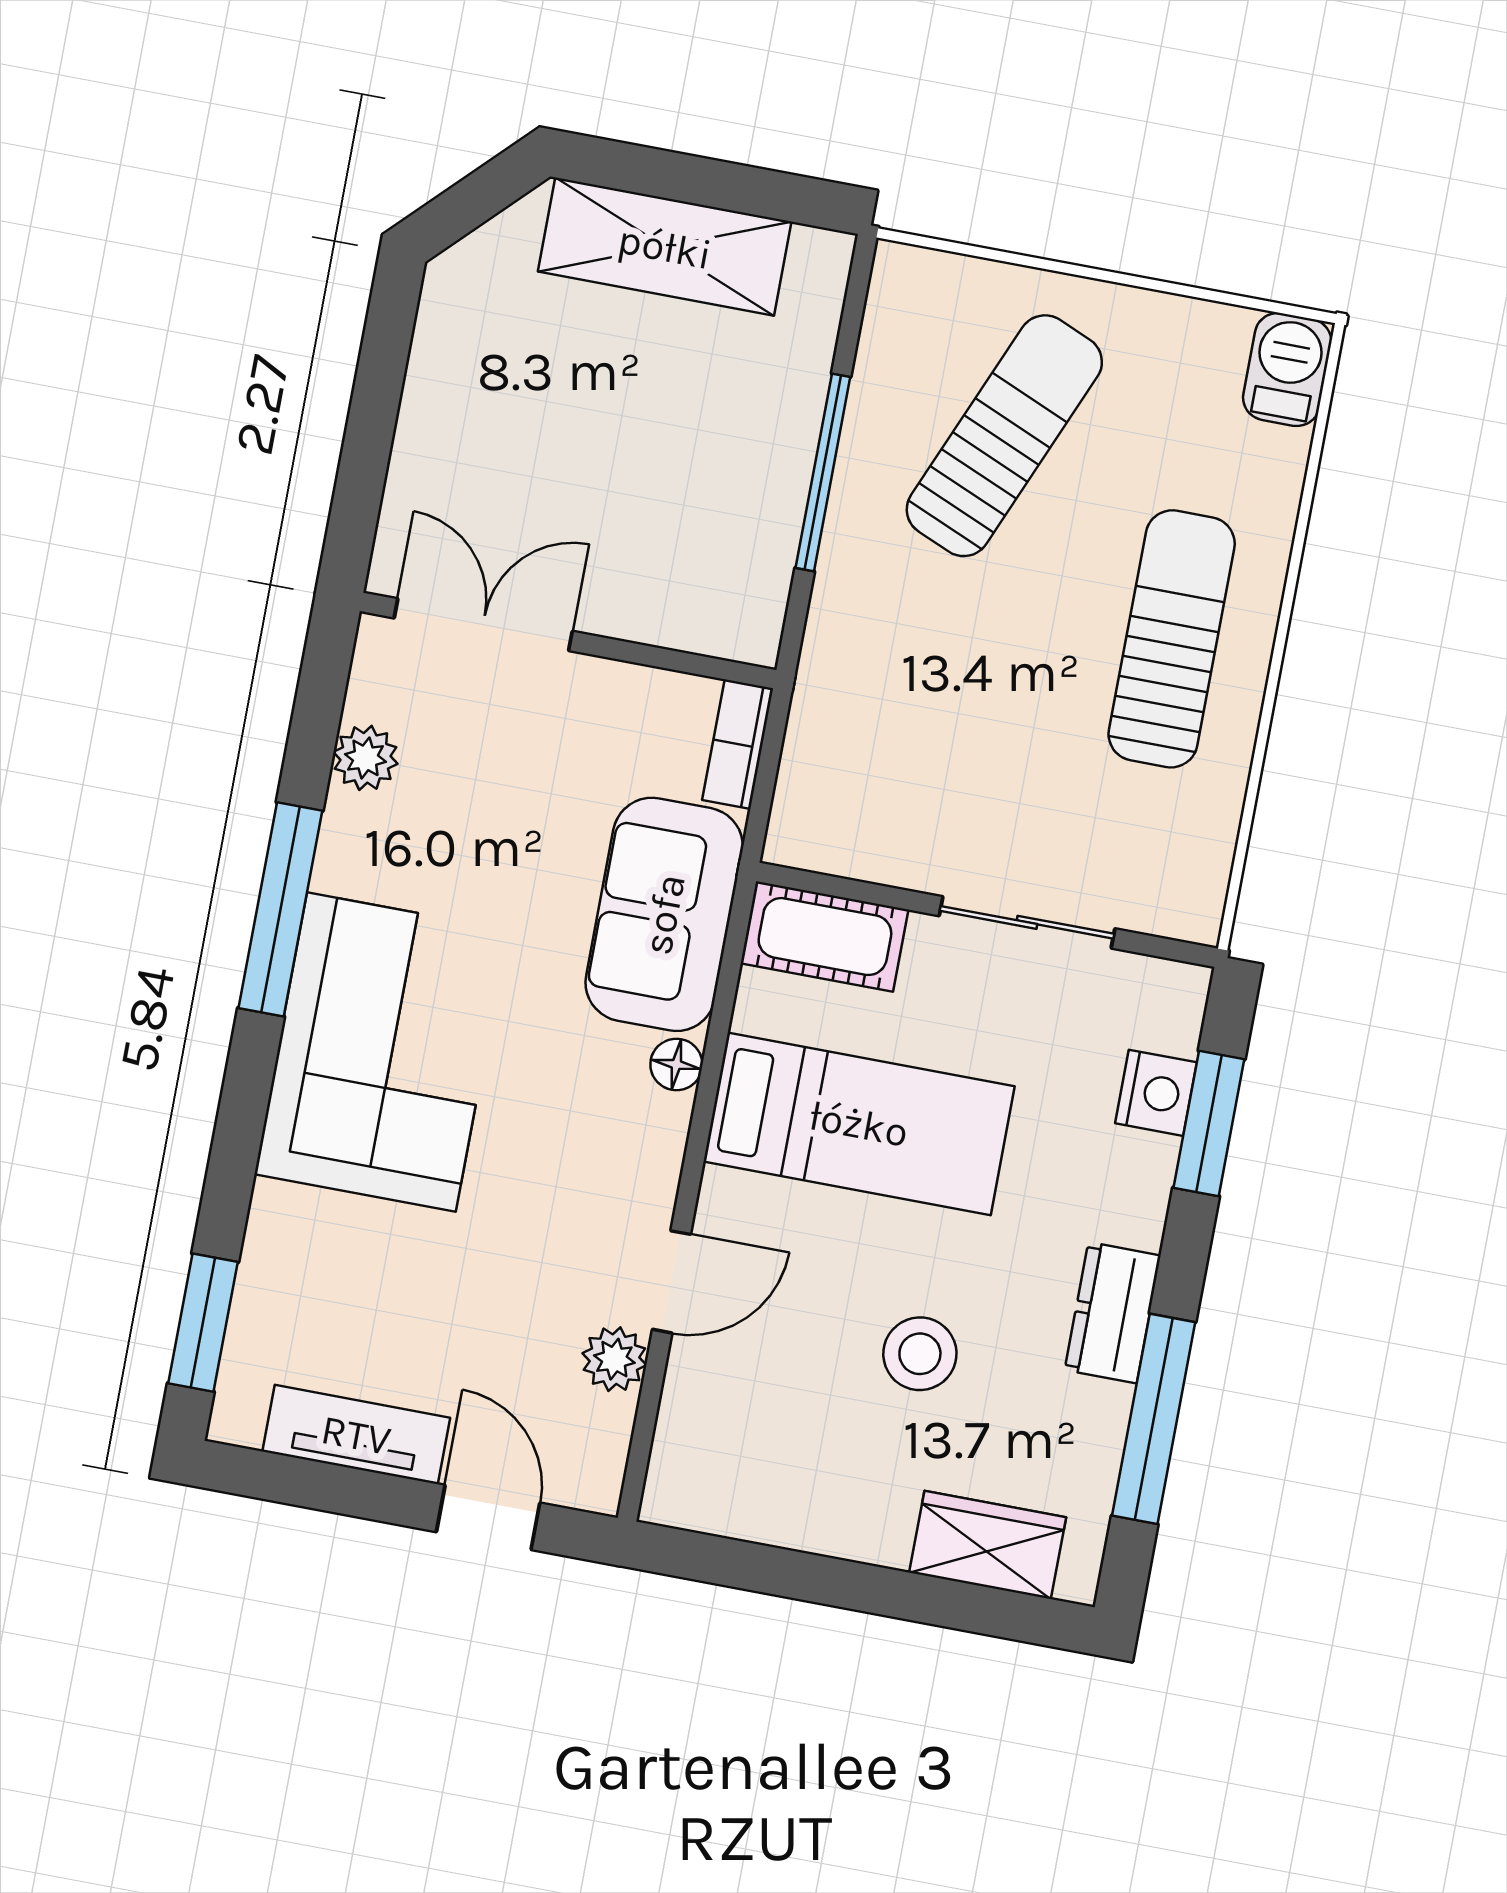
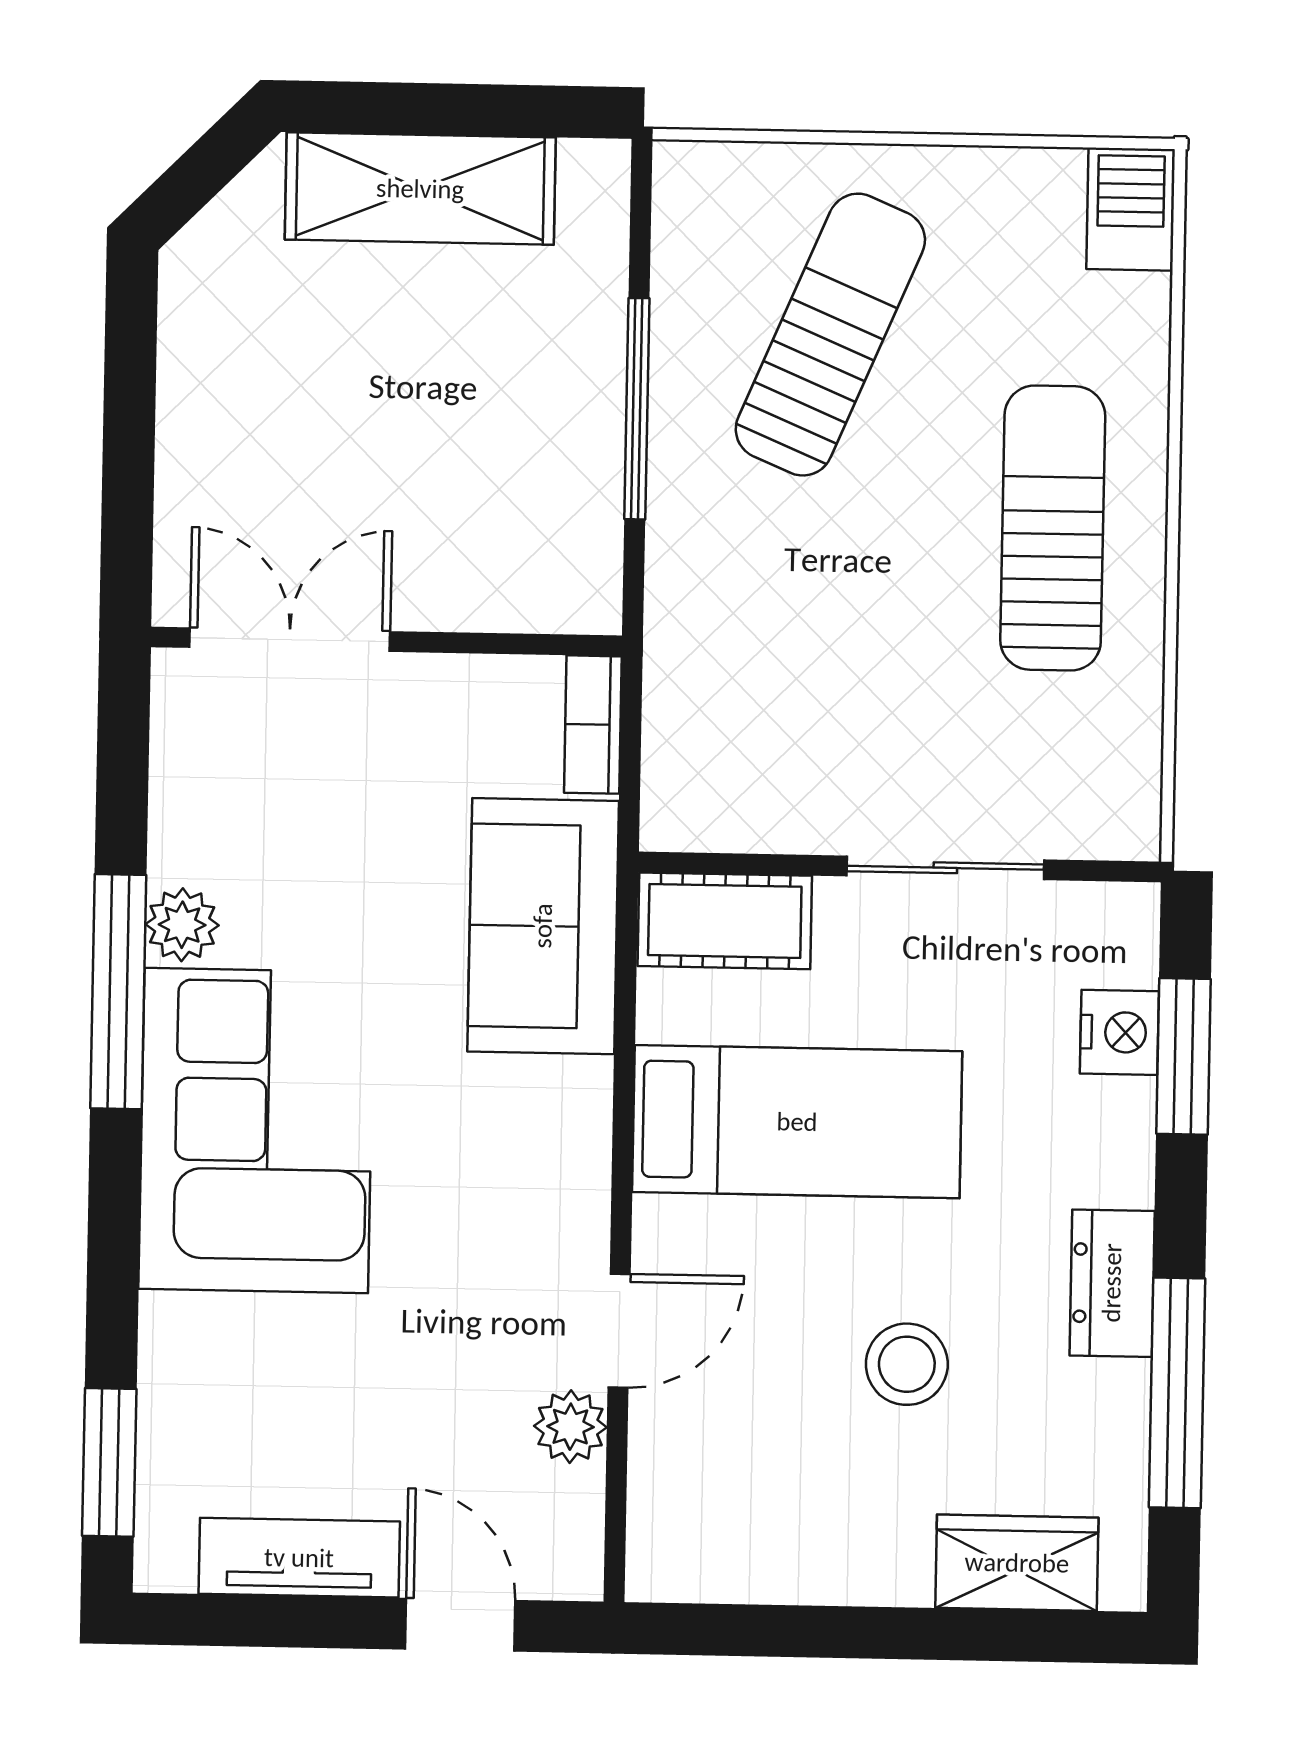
plant: (366, 758) -> (182, 925), moved
floor lamp: (676, 1064) -> (584, 1090), removed

